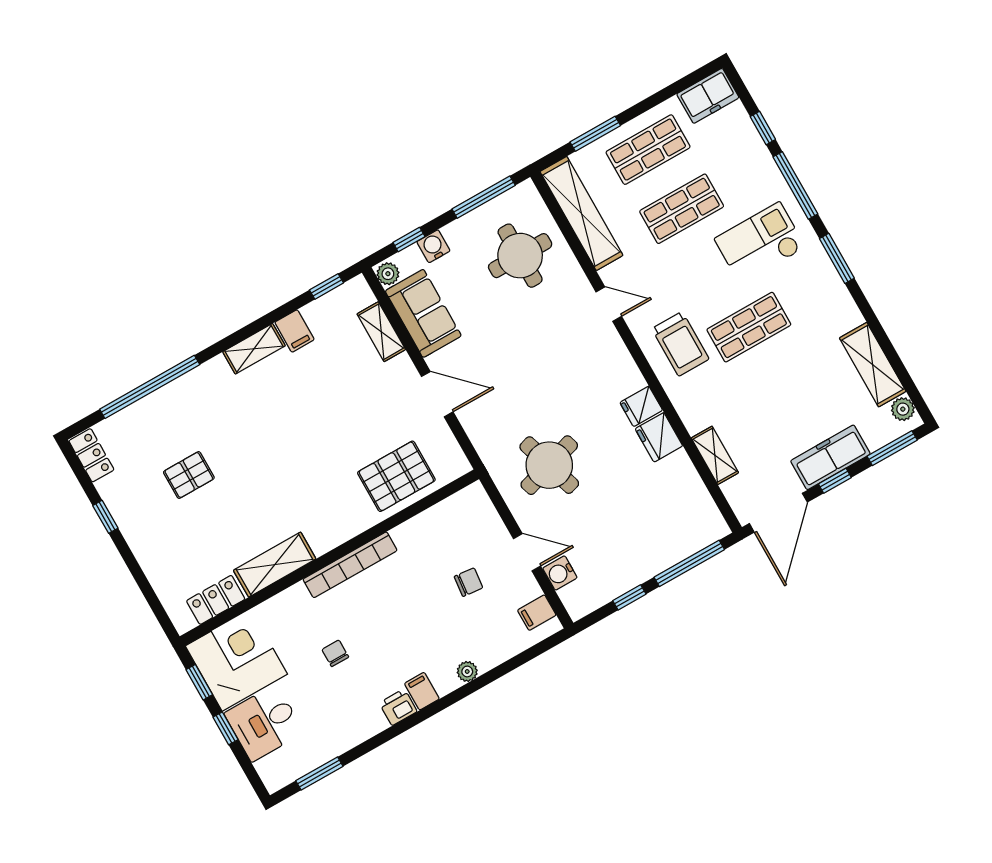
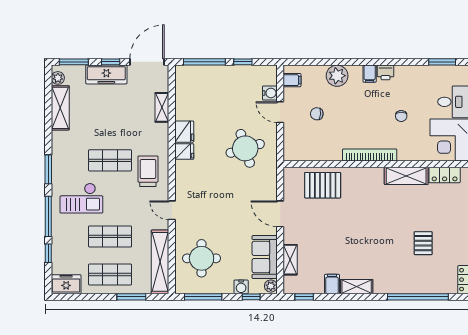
pallet: (189, 475) -> (423, 243), turned 90
plant: (467, 671) -> (337, 76), width x1.88, depth x1.88

